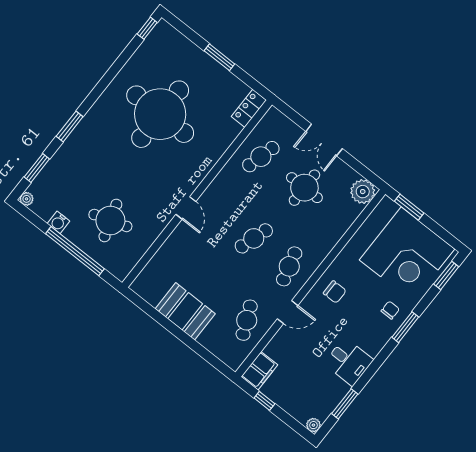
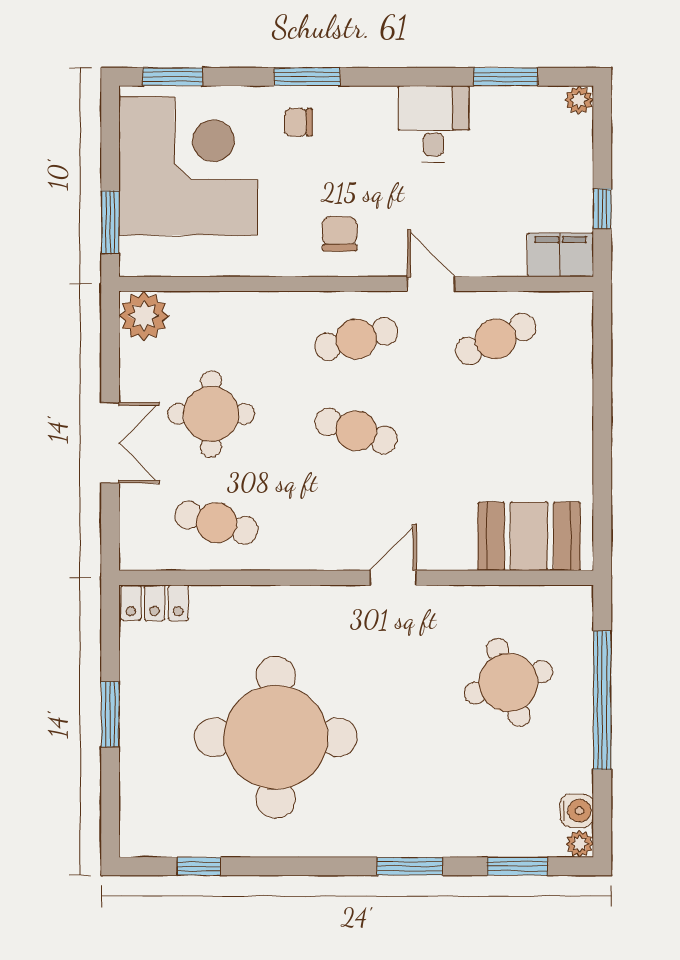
window: (147, 28) -> (199, 866), moved
water cooler: (59, 222) -> (577, 811), moved
booth: (185, 311) -> (529, 536), moved, turned 90

